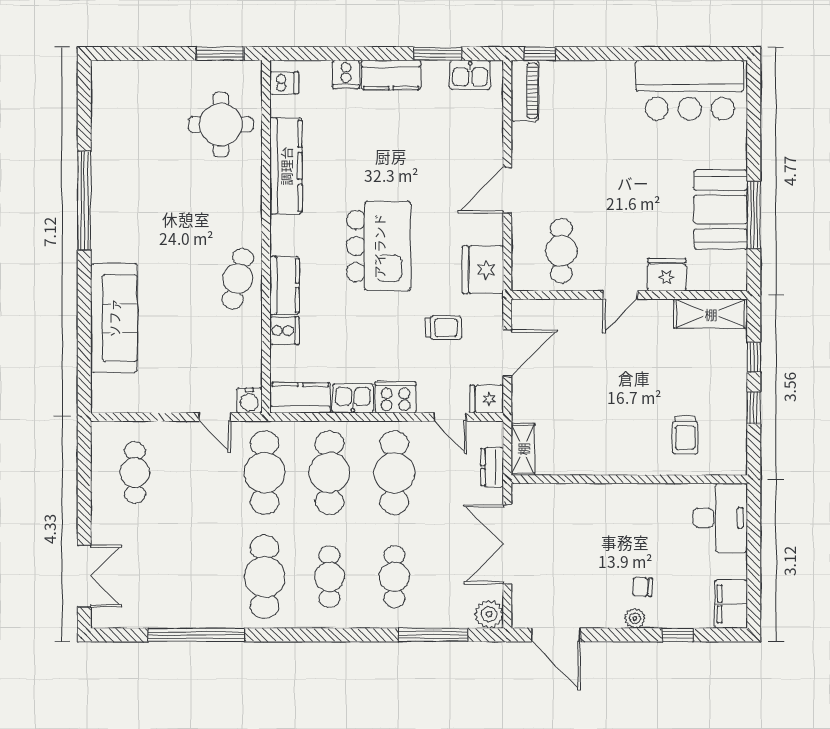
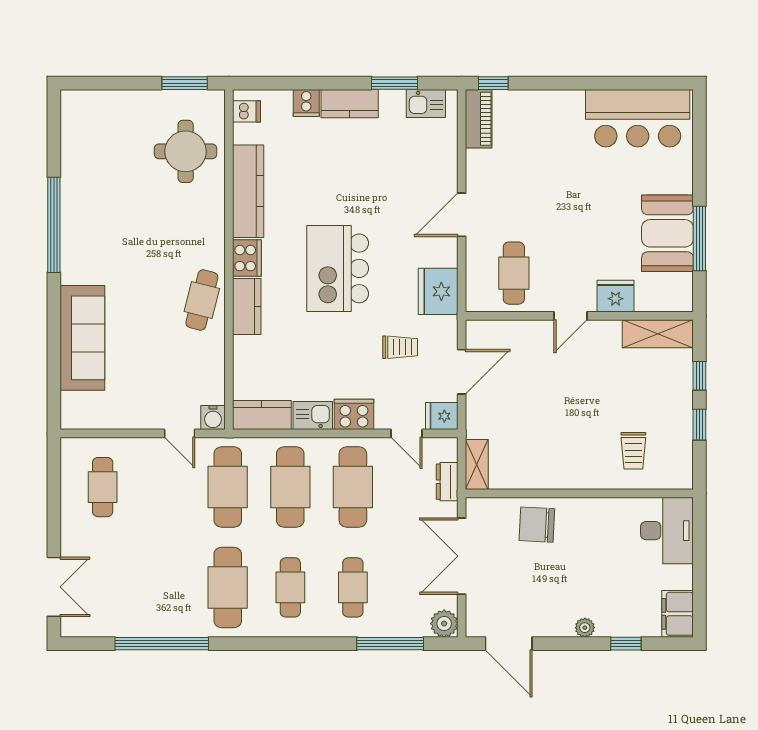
kitchen island: (379, 246) -> (338, 268), turned 180
cooker: (284, 331) -> (247, 258), moved, width x1.36
chair: (643, 587) -> (537, 525), moved, width x1.87, depth x1.87

